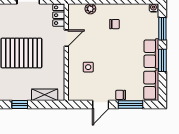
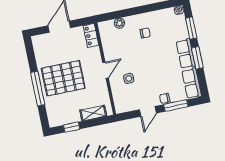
door: (66, 38) -> (106, 70), moved

